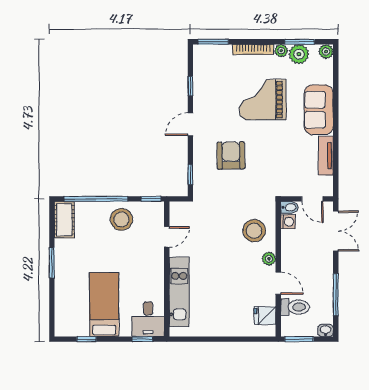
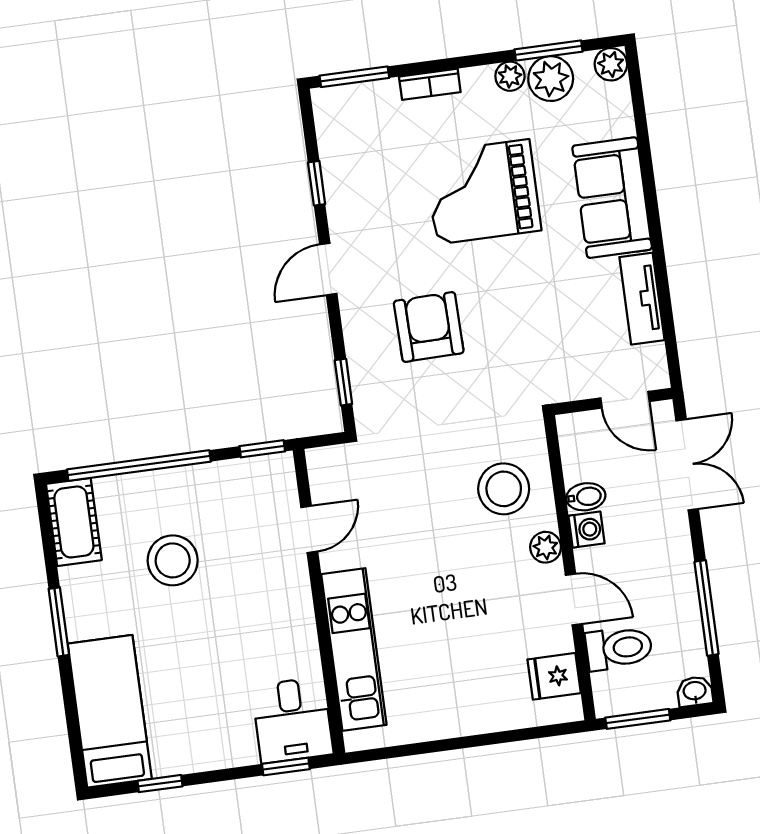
bookcase: (253, 49) -> (430, 84), width x0.64
bidet: (290, 207) -> (586, 497), moved
stool: (121, 219) -> (173, 560), moved
washing machine: (288, 222) -> (587, 530), moved
bed: (104, 305) -> (110, 711), moved

